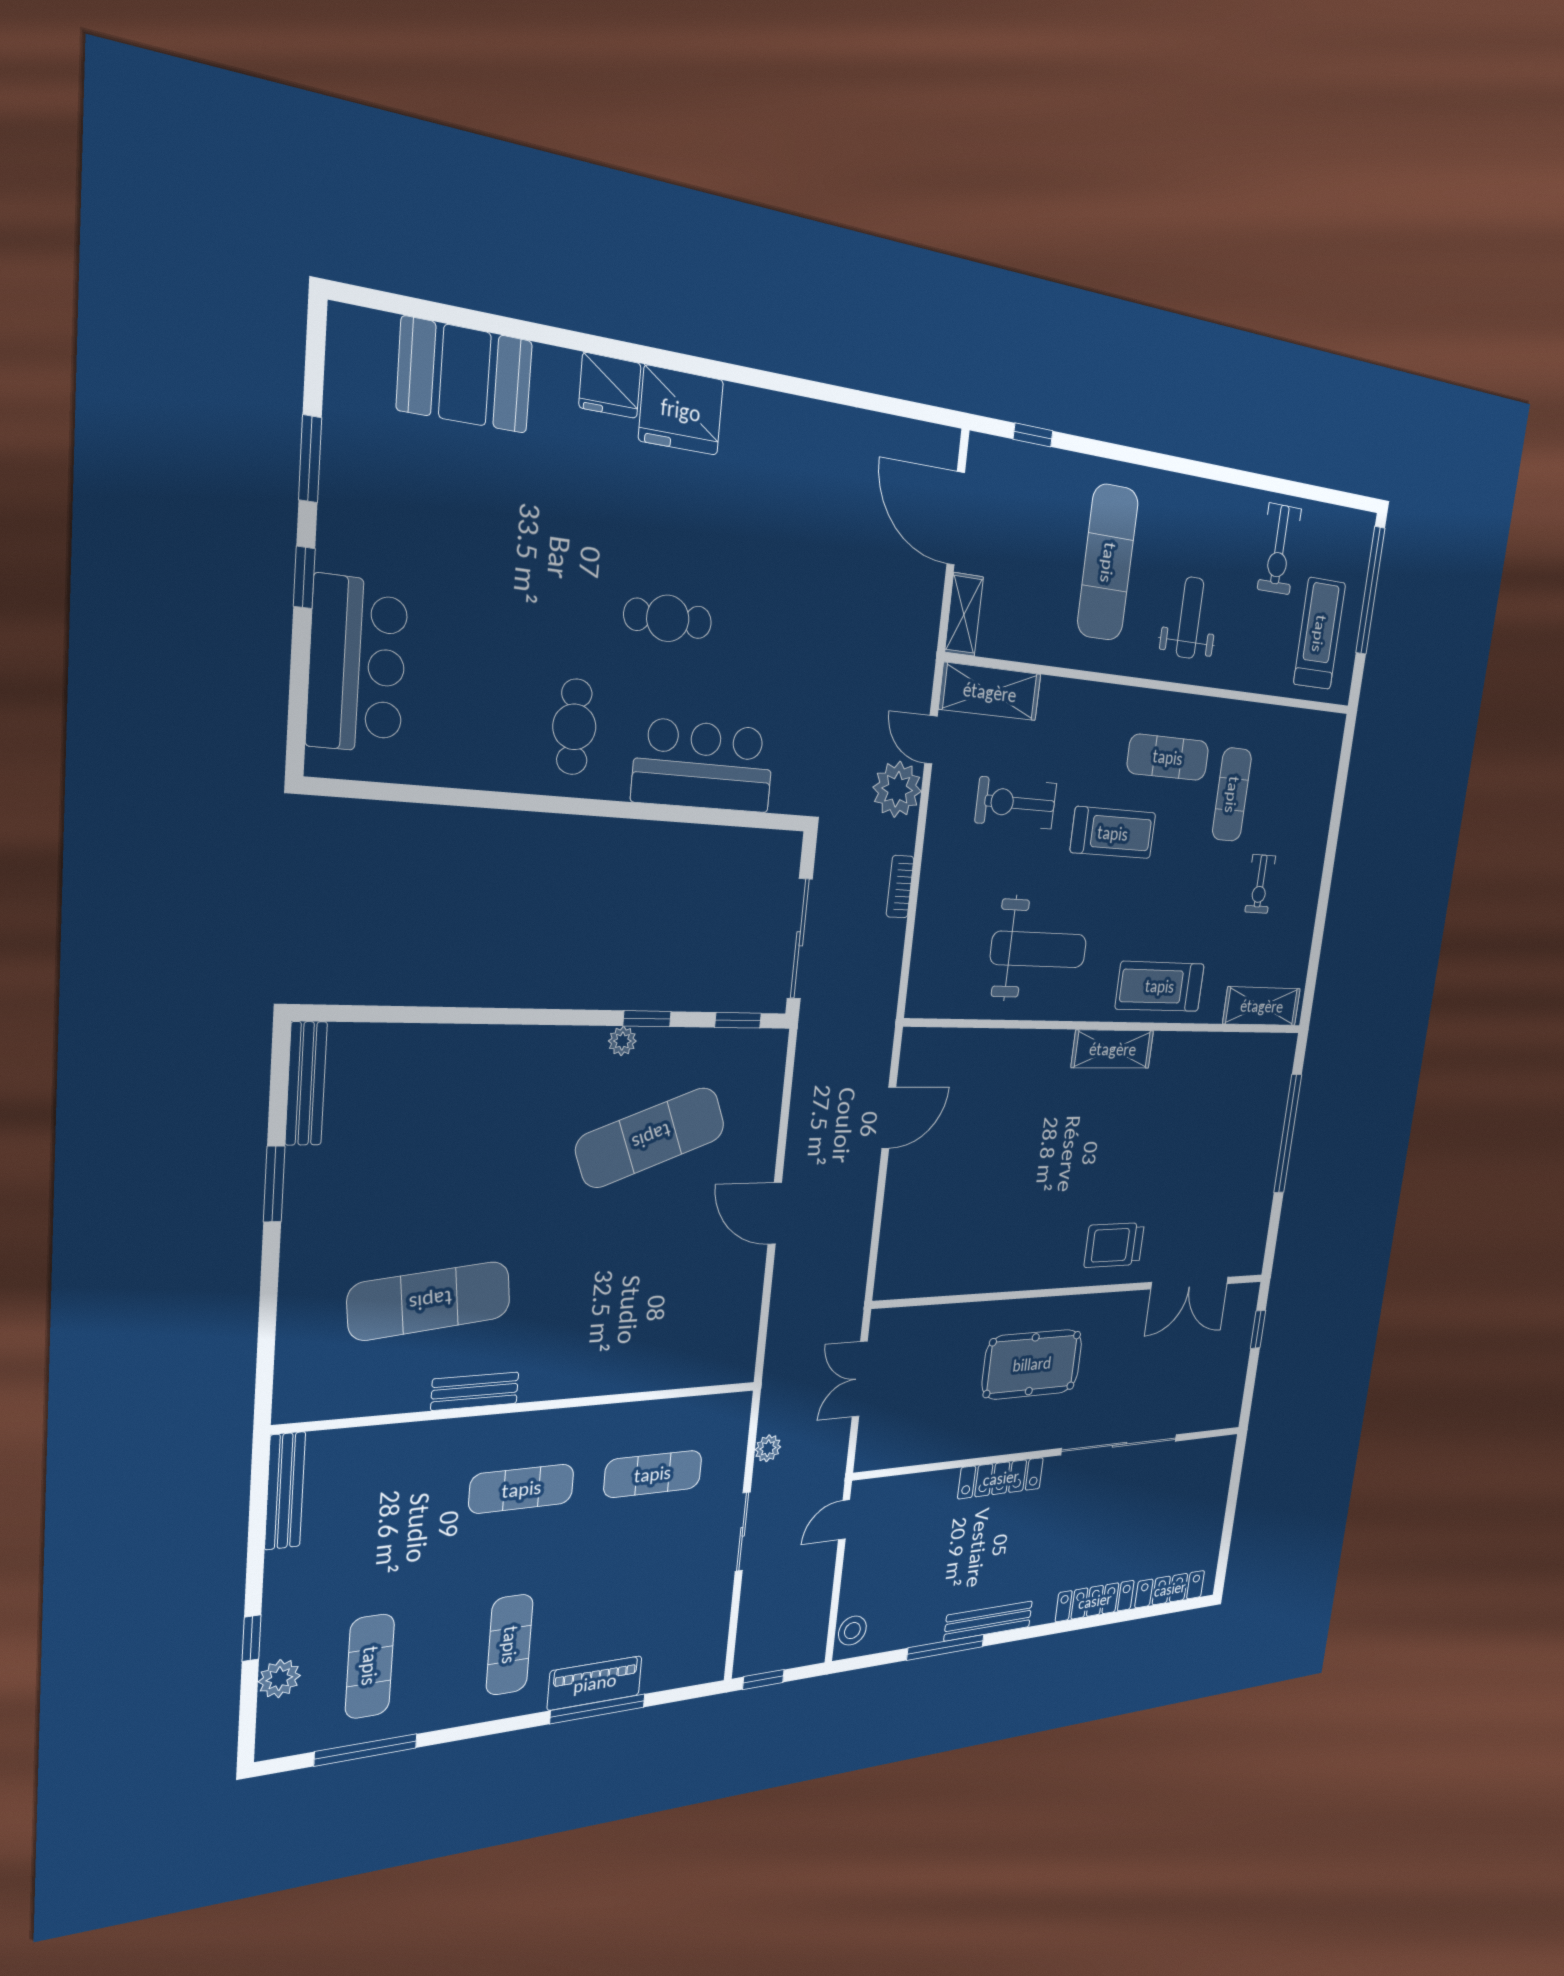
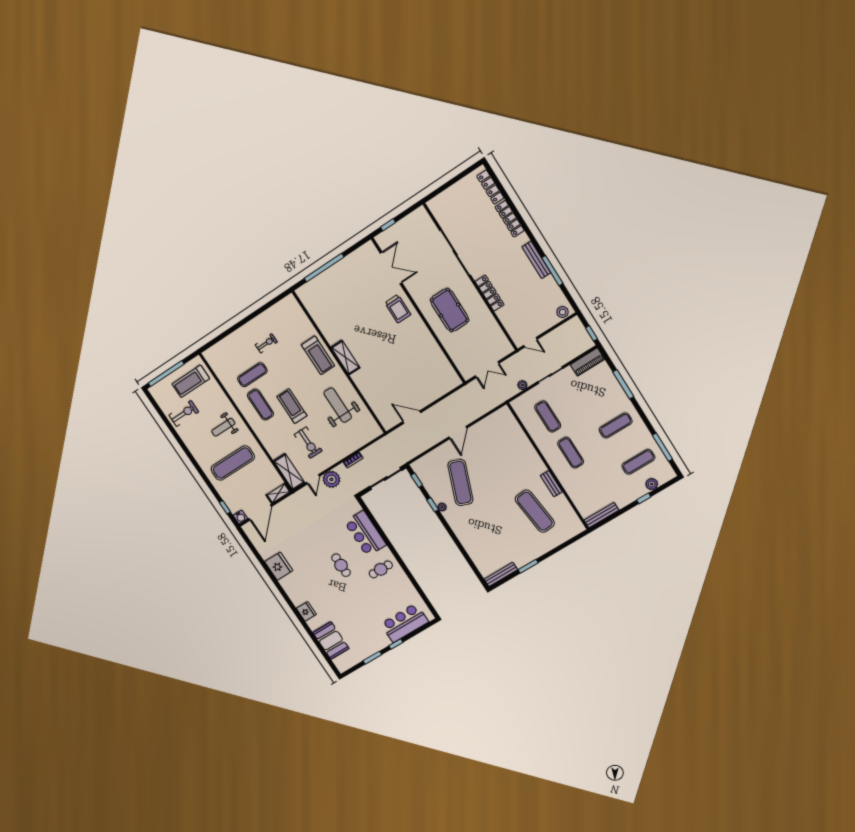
fridge: (681, 410) -> (279, 566), moved
water cooler: (983, 453) -> (240, 517), added
shelving: (1262, 1006) -> (297, 312), removed
exercise mat: (651, 1137) -> (460, 482), turned 42
piano: (595, 1683) -> (587, 362), moved, turned -90

